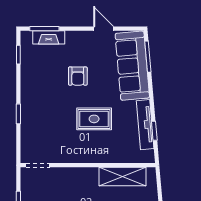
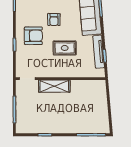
armchair: (47, 101) -> (33, 36), added
shelving: (123, 177) -> (54, 86), moved

